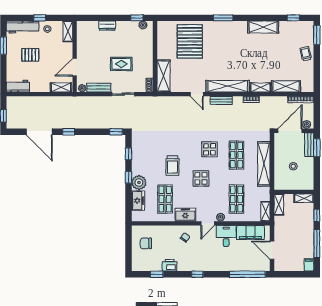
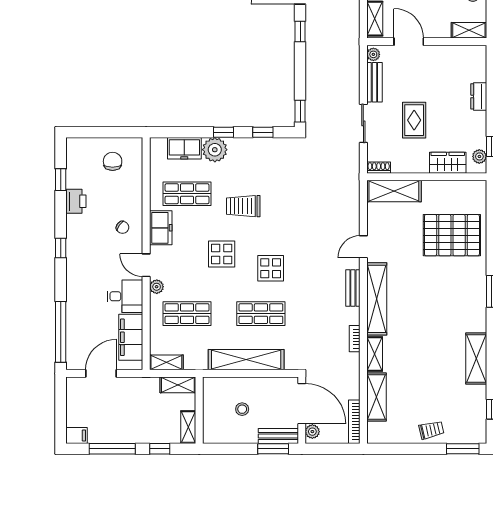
wardrobe: (147, 44) -> (448, 163), added

